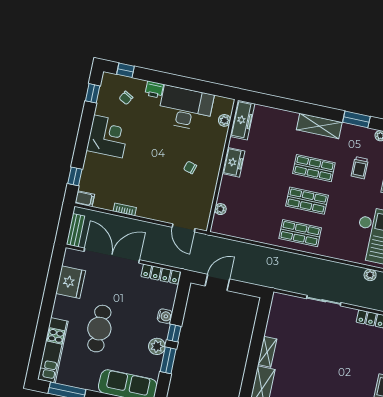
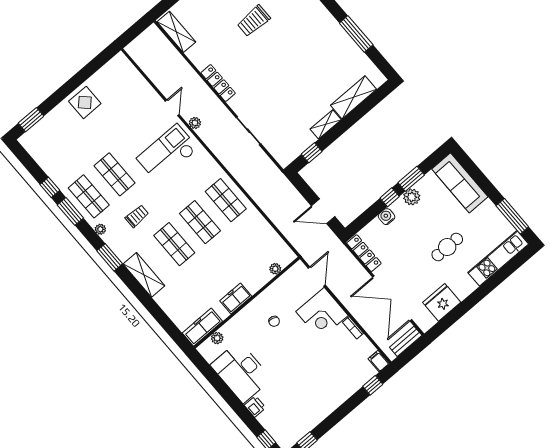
chair: (126, 98) -> (283, 417), removed
corner desk: (108, 136) -> (322, 313), moved, turned -90
window: (261, 321) -> (312, 153), added
cafe table: (99, 329) -> (447, 247), width x0.73, depth x0.74

